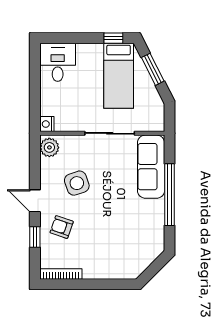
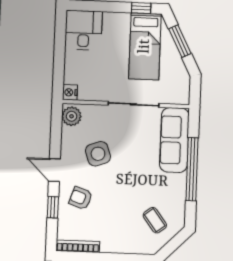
coffee table: (135, 246) -> (155, 220), added

